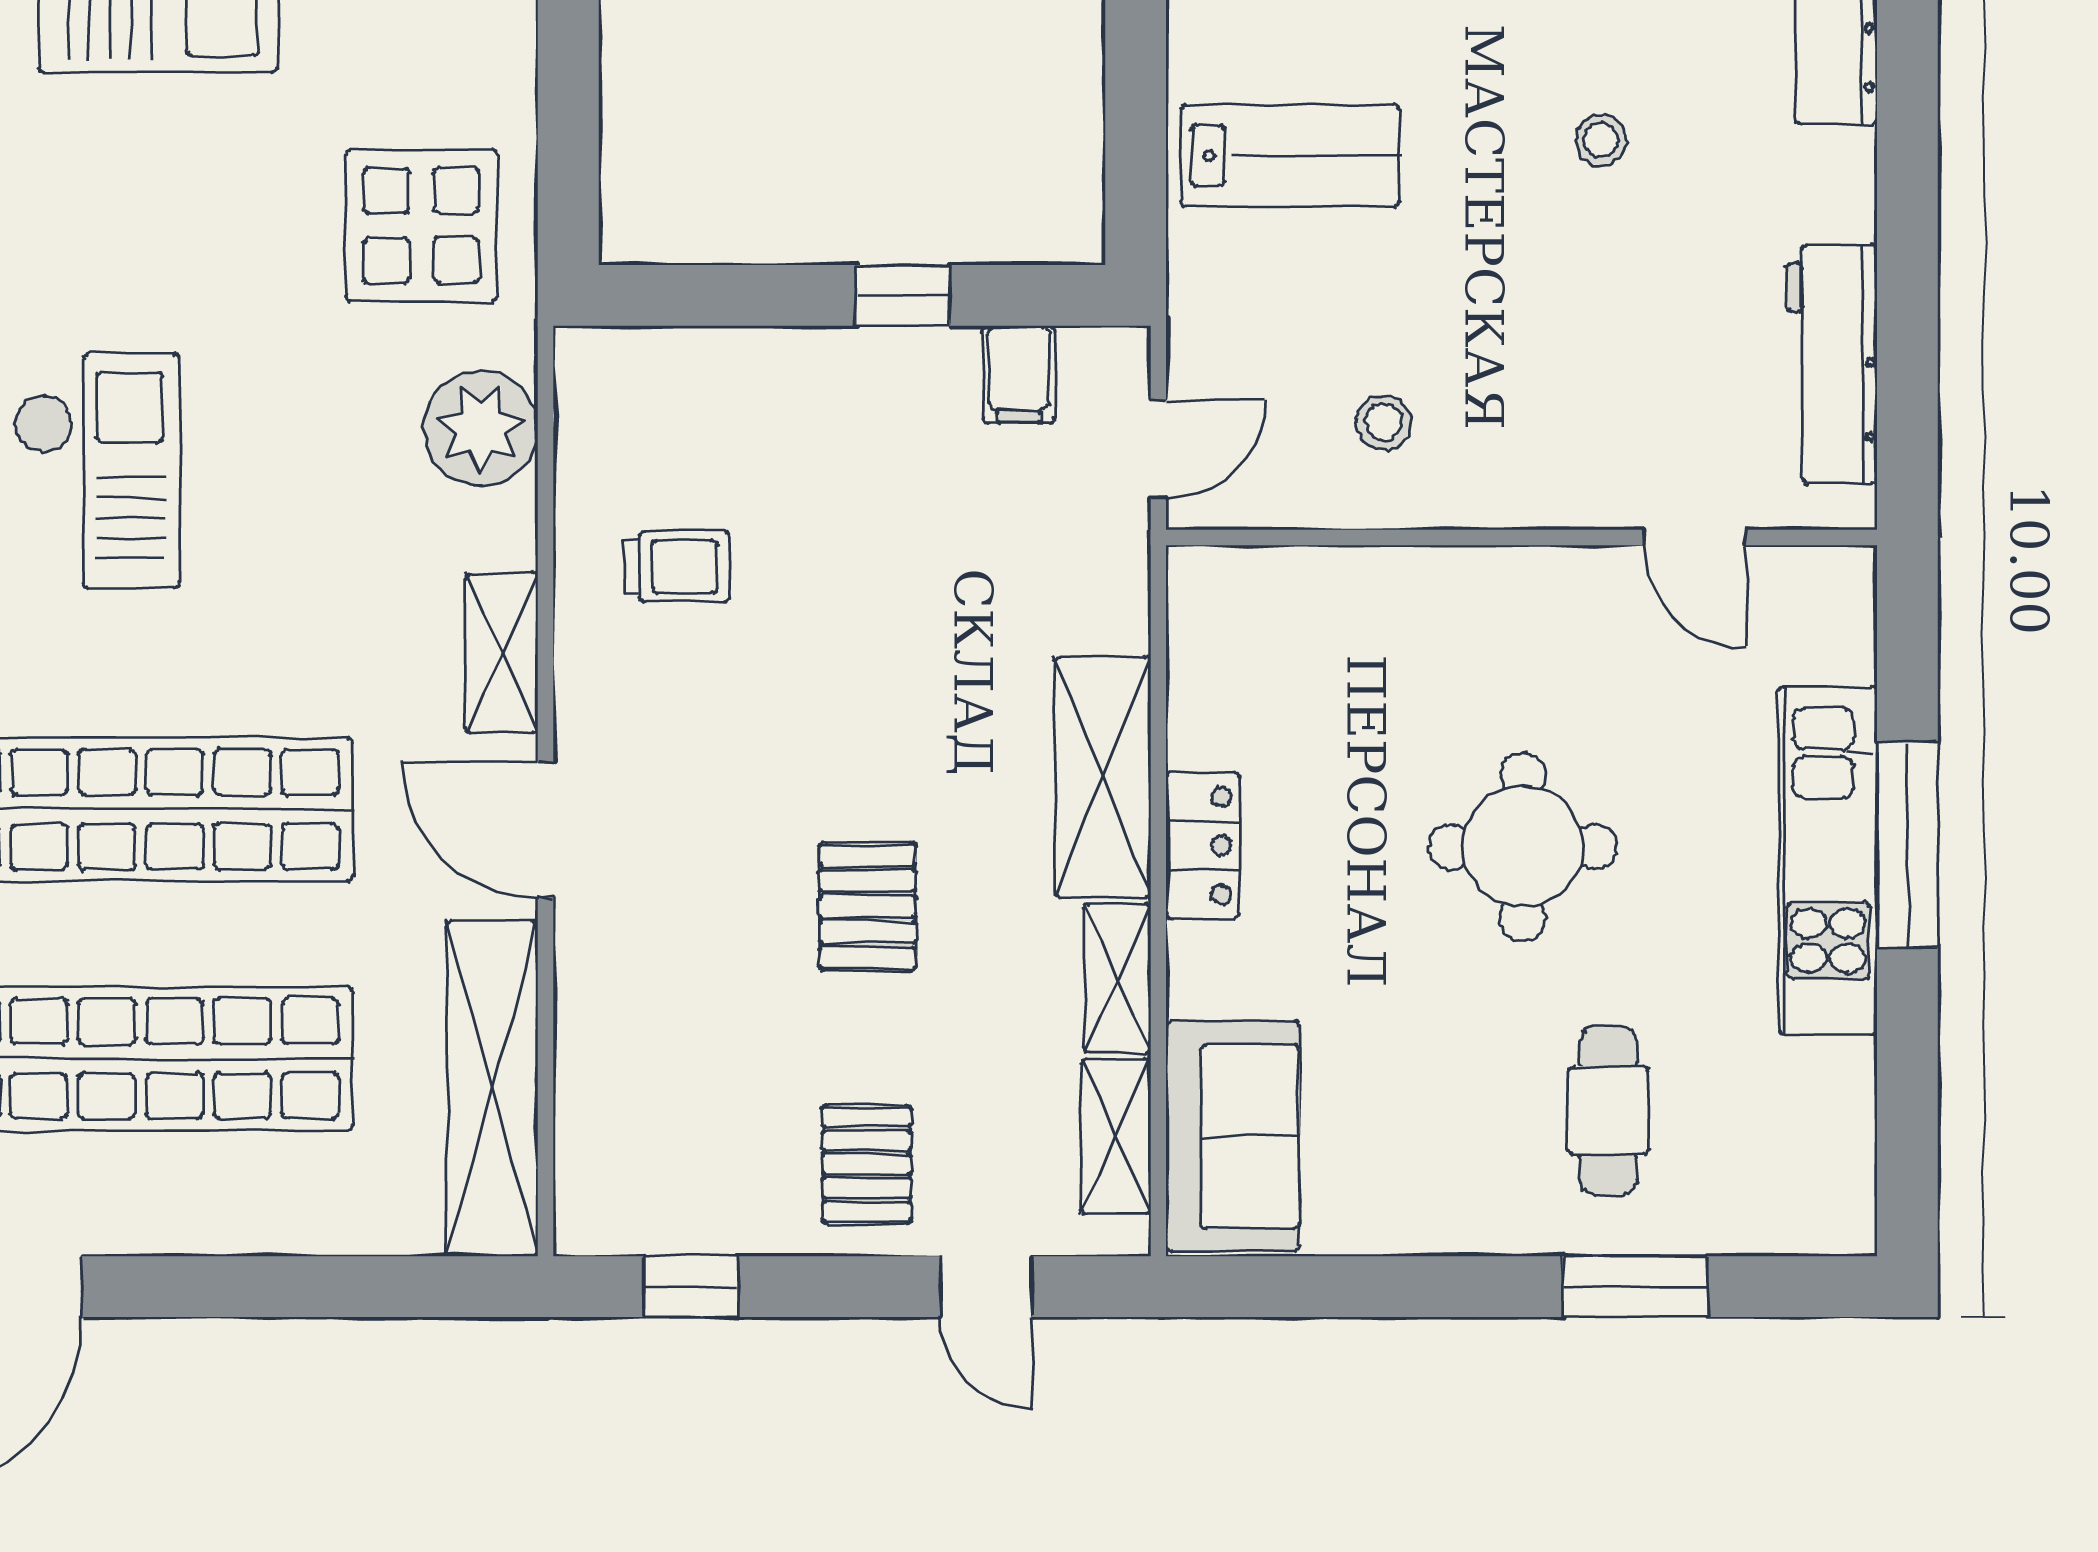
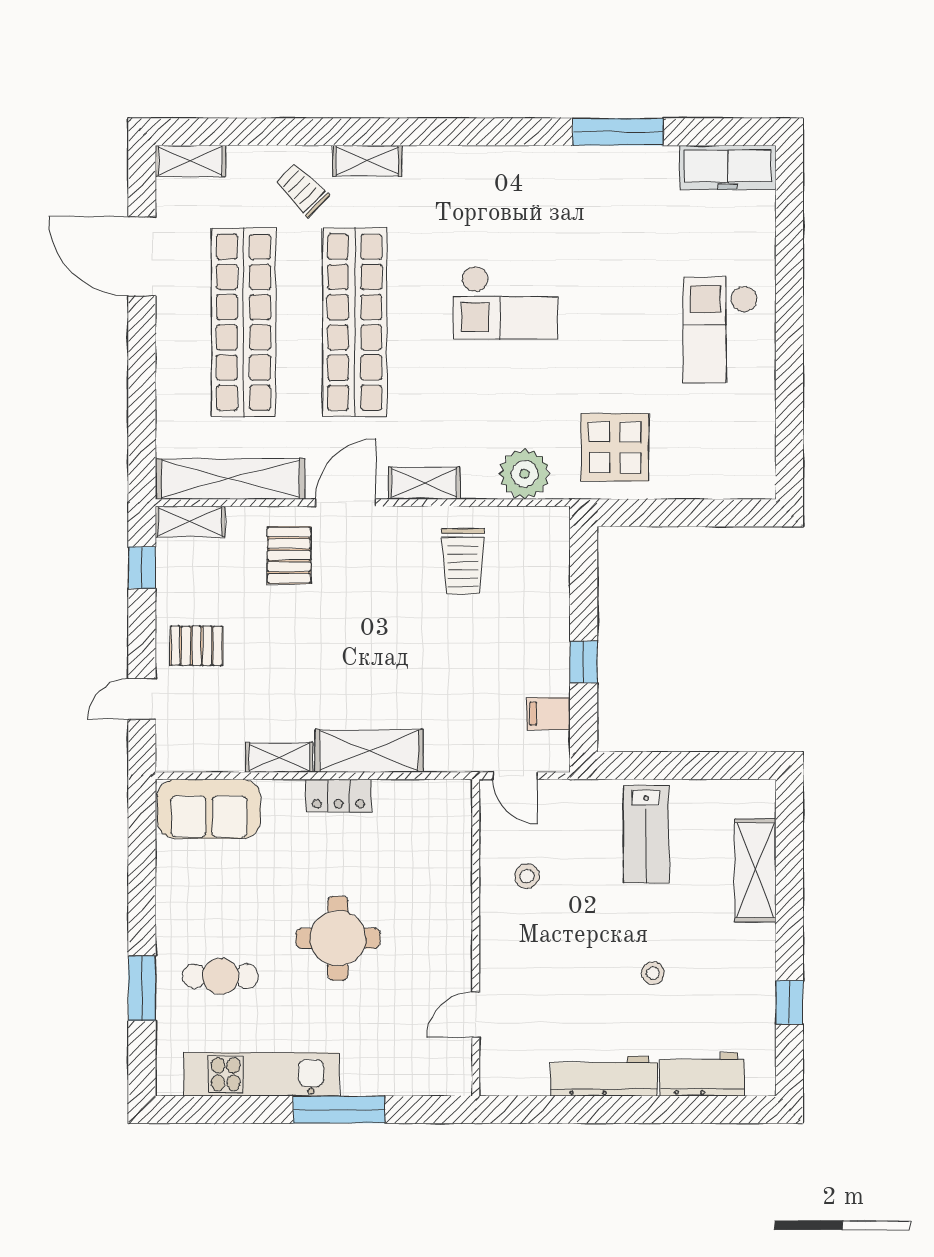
workbench: (1832, 364) -> (604, 1076), moved
trolley: (677, 567) -> (463, 561), width x1.36, depth x1.39
kitchen unit: (1828, 861) -> (261, 1074), moved
pallet: (868, 906) -> (289, 555), moved, turned 90
shelving: (1116, 1137) -> (190, 522), moved

